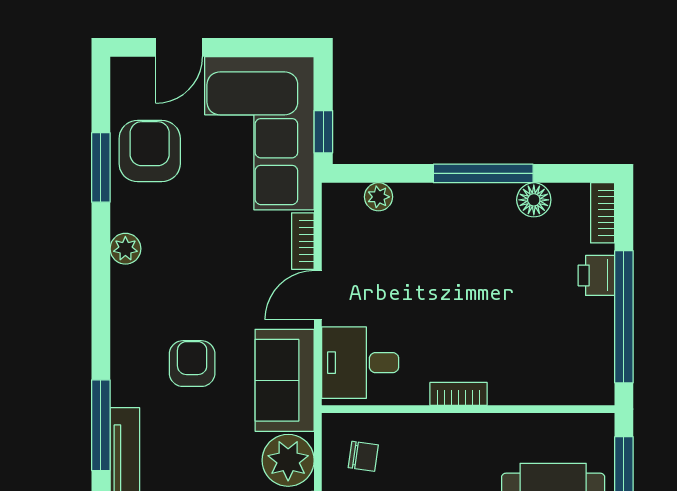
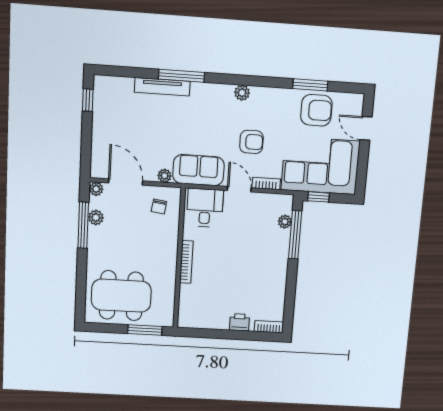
window: (483, 173) -> (295, 235), moved
floor lamp: (534, 200) -> (278, 295), removed
plant: (125, 249) -> (242, 93), moved
window: (624, 317) -> (219, 334), removed
armchair: (192, 364) -> (251, 142), moved
bookcase: (459, 394) -> (186, 262), width x1.56
plant: (288, 460) -> (165, 176), width x0.53, depth x0.53

